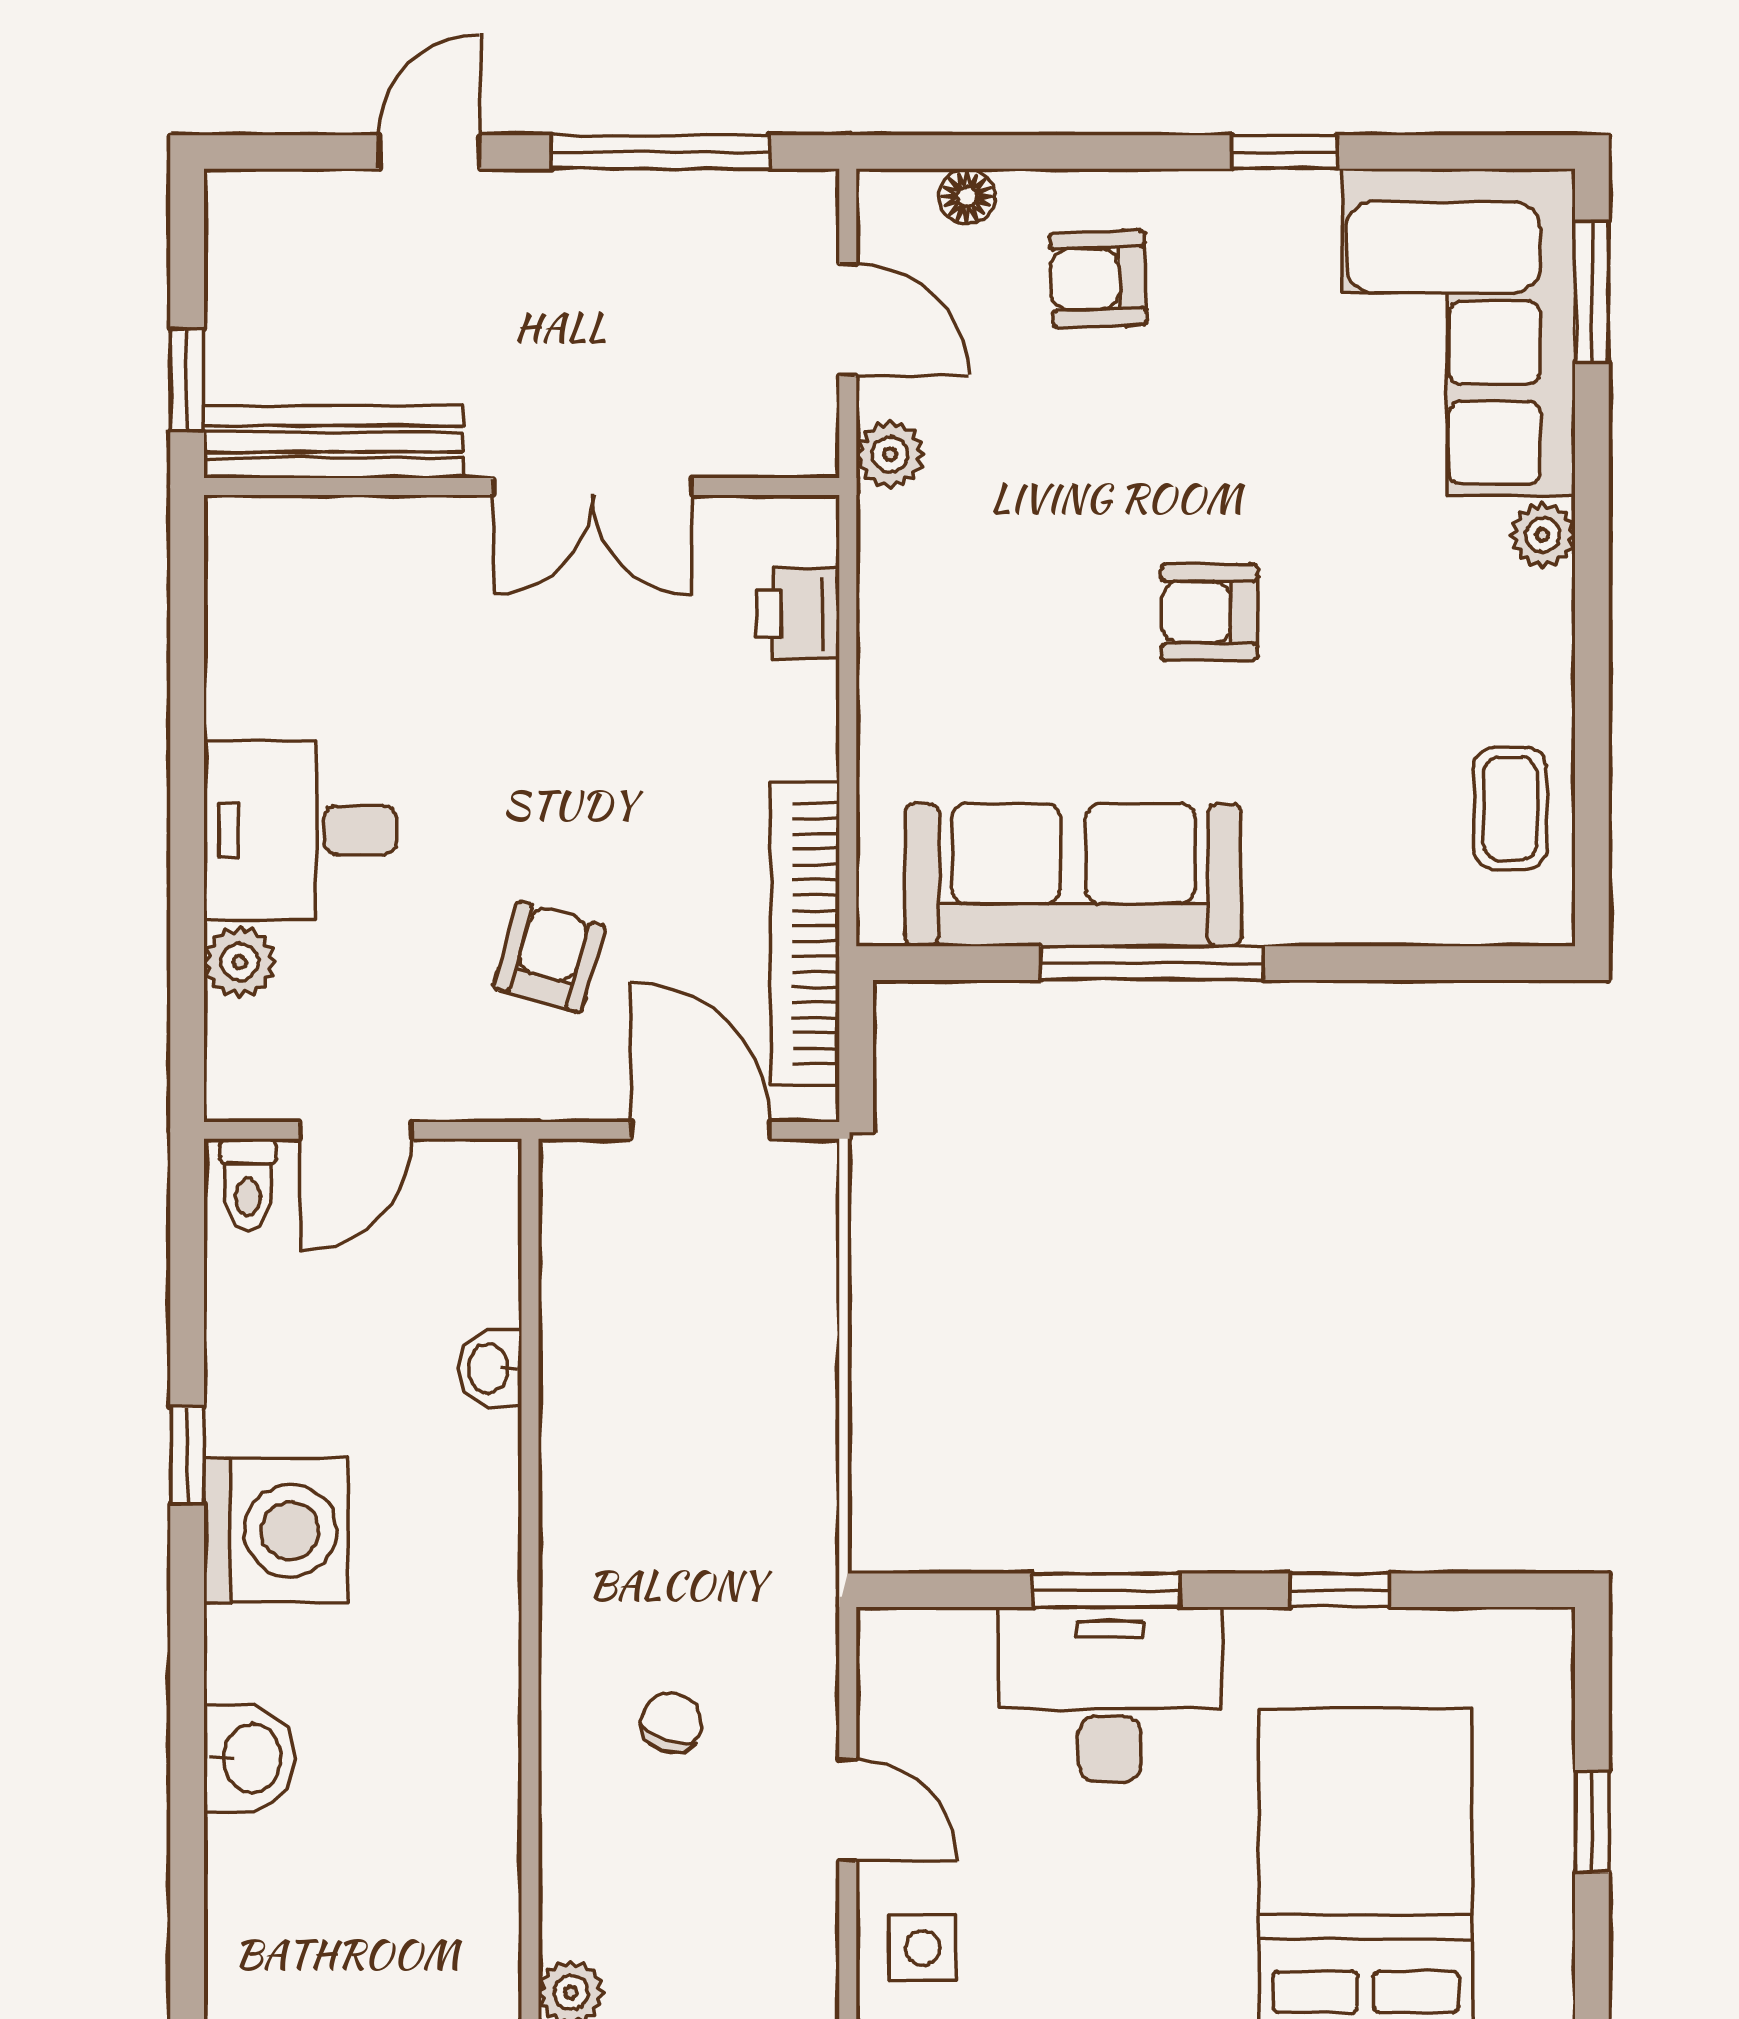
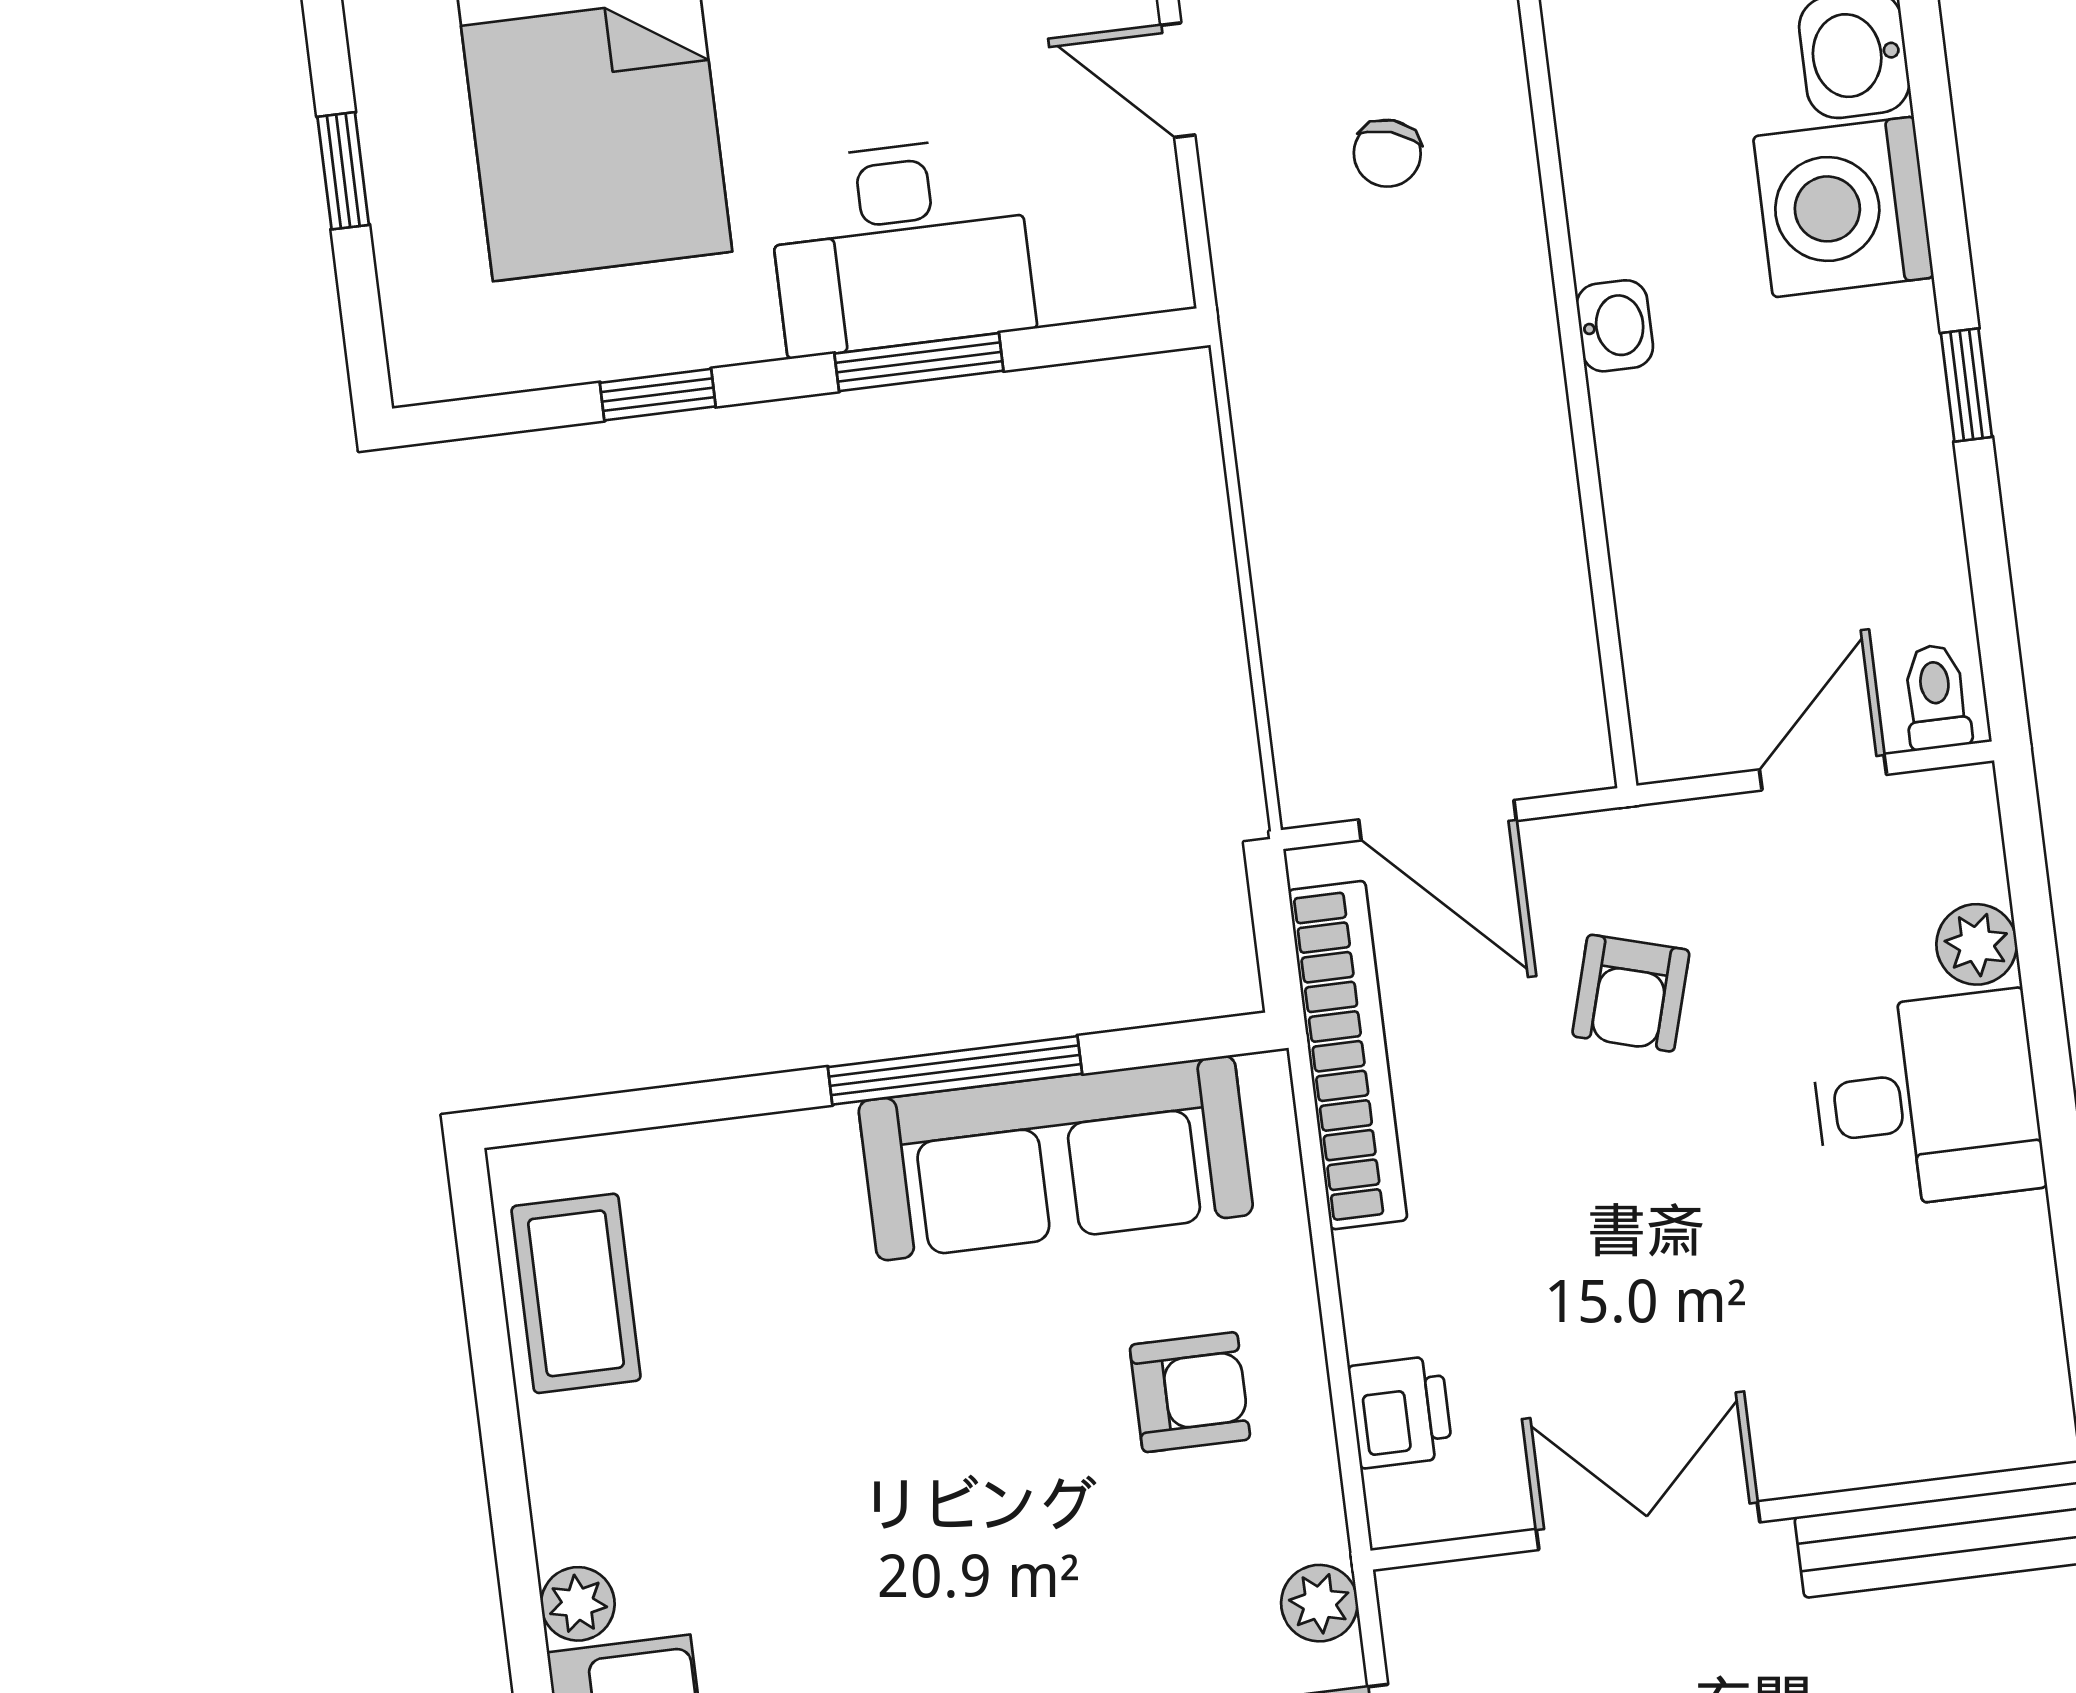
armchair: (1209, 612) -> (1190, 1392), moved
coffee table: (1510, 808) -> (576, 1293), width x1.36, depth x1.30
washbasin: (490, 1368) -> (1615, 326), moved
washing machine: (276, 1531) -> (1843, 207), moved

